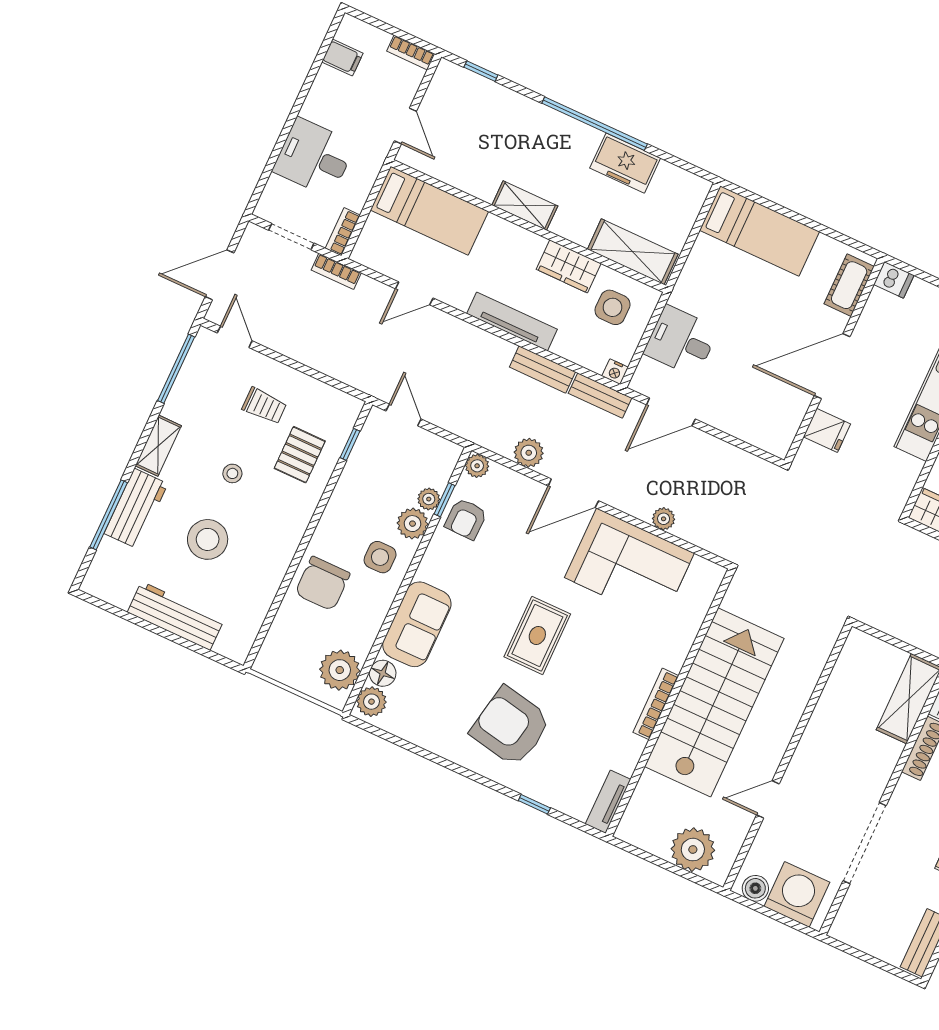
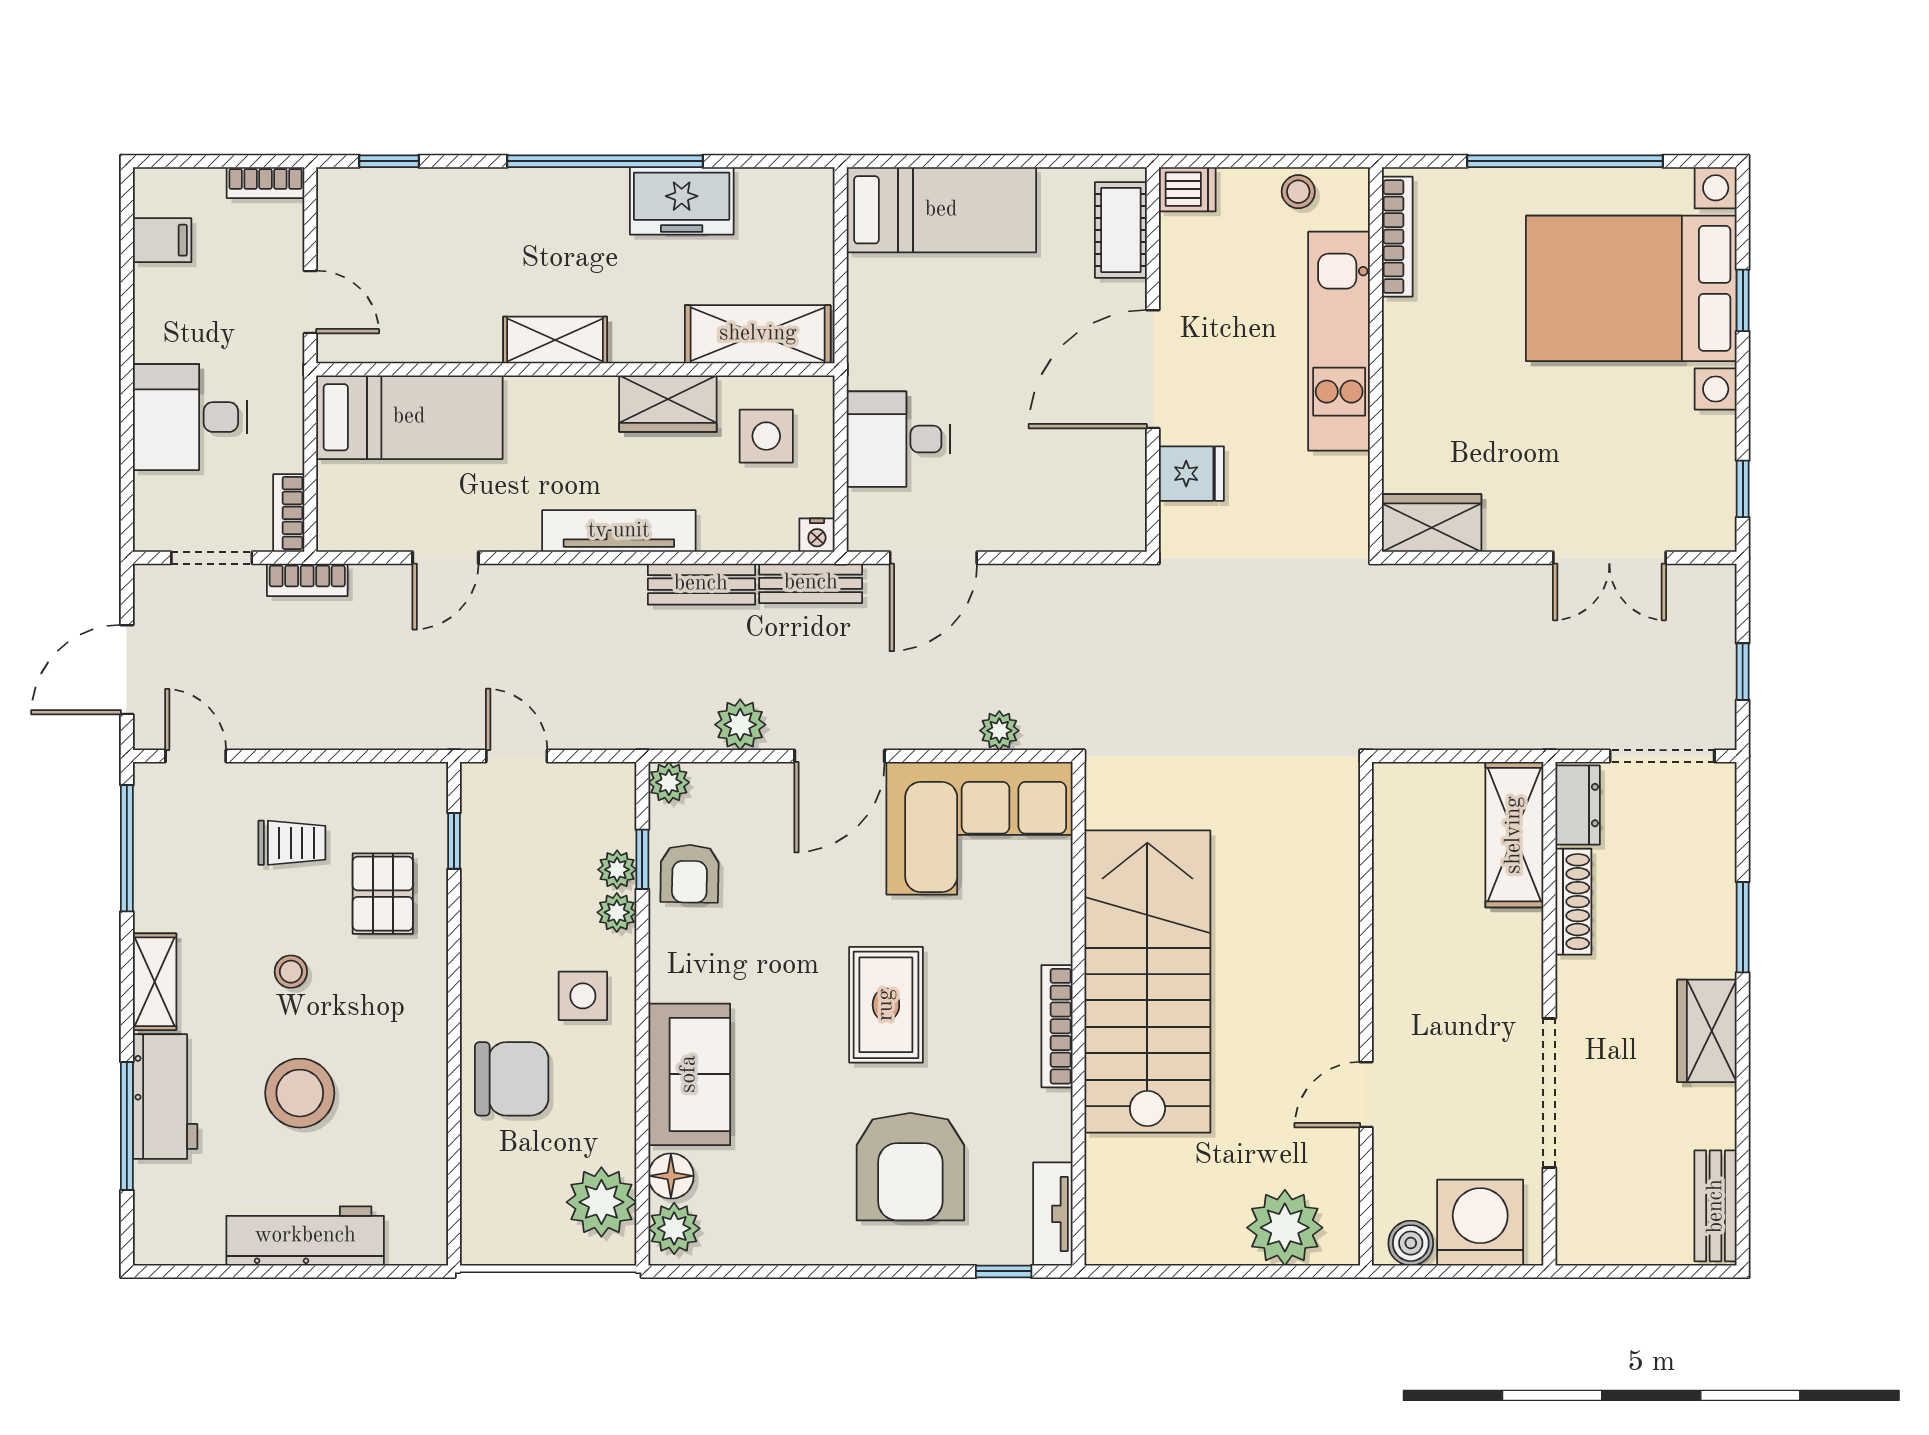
plant: (413, 524) -> (617, 912), width x0.73, depth x0.73
chair: (322, 583) -> (512, 1079), turned -90
stairs: (714, 702) -> (1147, 982), moved
wall: (670, 703) -> (1079, 1014), moved
bookcase: (656, 704) -> (1057, 1026), moved
armchair: (511, 727) -> (910, 1167), turned -101
tv unit: (608, 802) -> (1053, 1214), moved

